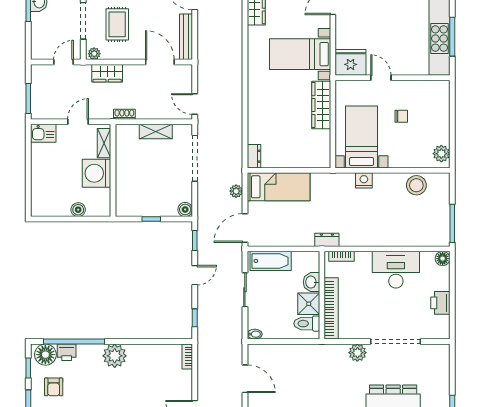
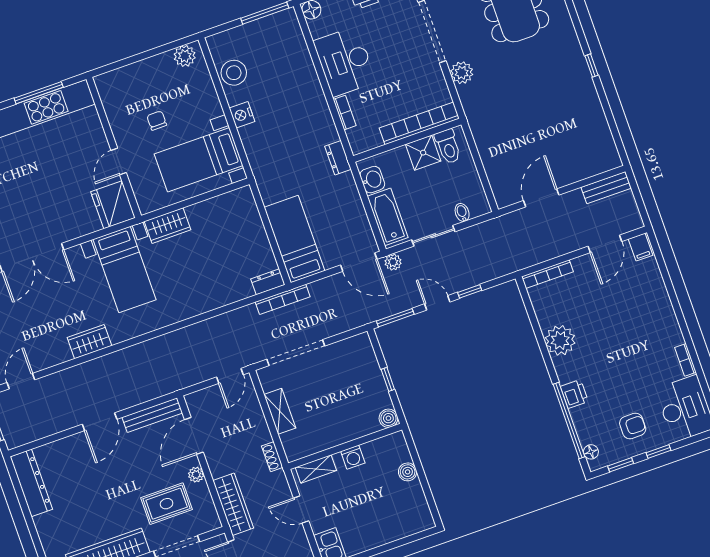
plant: (94, 54) -> (196, 475), moved
wardrobe: (107, 73) -> (233, 504), width x1.50
wardrobe: (321, 105) -> (168, 226), width x0.67
bookcase: (237, 163) -> (283, 299), added
washing machine: (97, 173) -> (353, 457), width x0.53, depth x0.53
nightstand: (364, 180) -> (242, 115), moved
plant: (236, 191) -> (393, 262), moved
boiler: (185, 210) -> (388, 418), moved
window: (195, 240) -> (395, 318), width x1.50
bookcase: (341, 256) -> (345, 113), moved
washbasin: (311, 282) -> (372, 180), moved, turned -90
window: (195, 318) -> (470, 291), moved
bidet: (255, 334) -> (462, 212), moved
printer: (67, 352) -> (574, 394), moved
floor lamp: (45, 355) -> (591, 452), width x0.53, depth x0.53
plant: (115, 356) -> (560, 340), moved
bookcase: (187, 357) -> (547, 274), width x1.56

